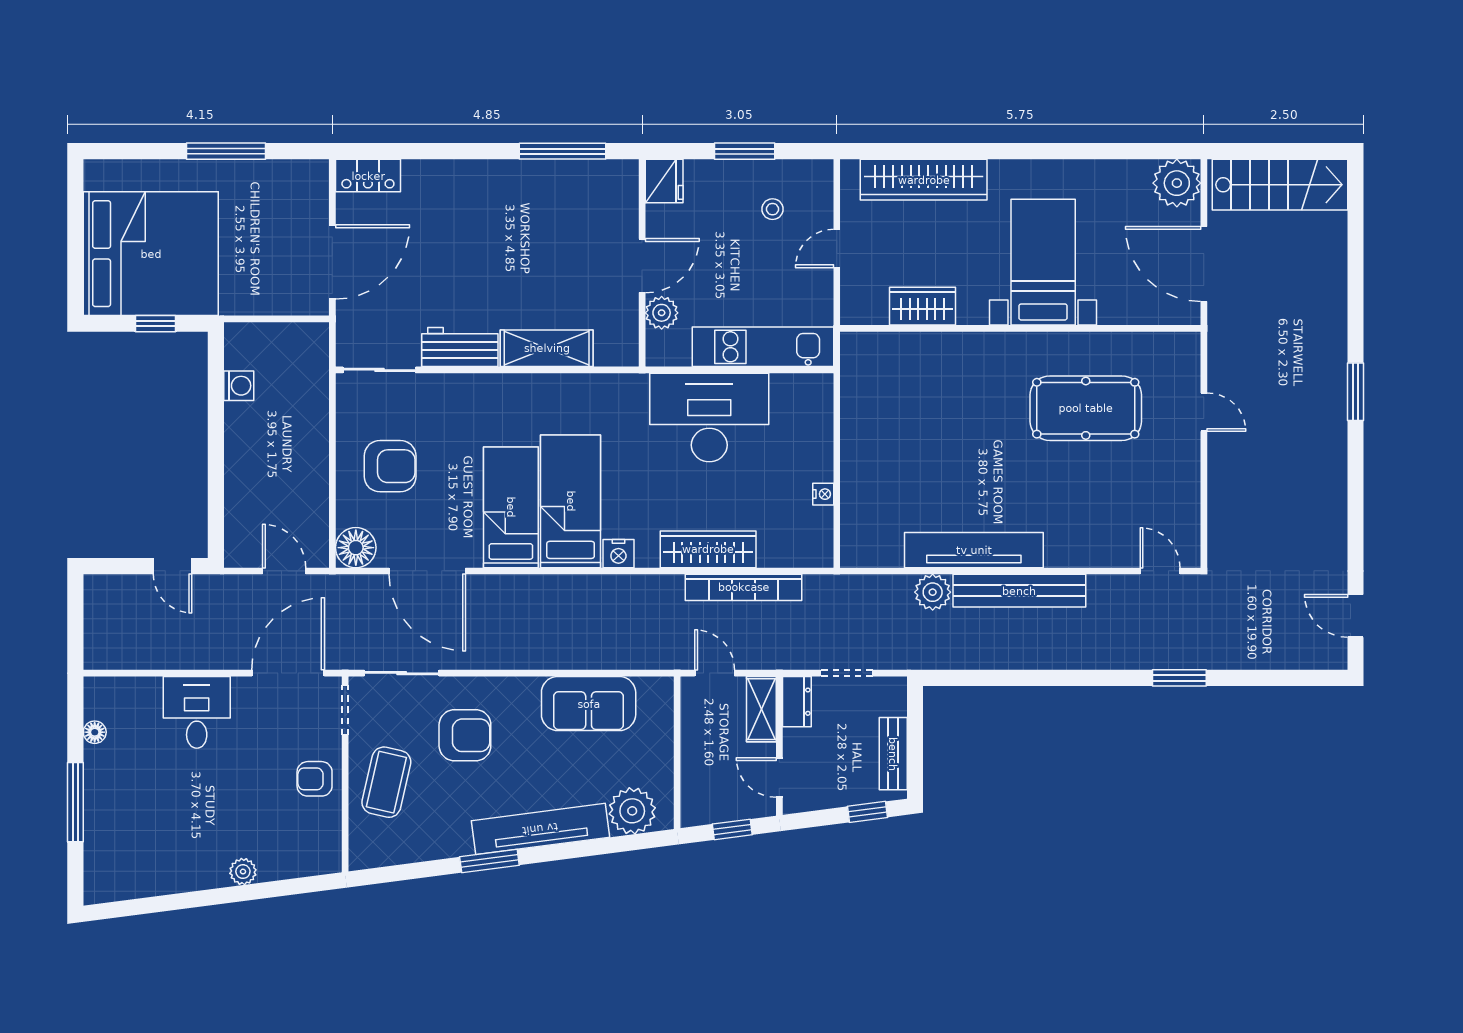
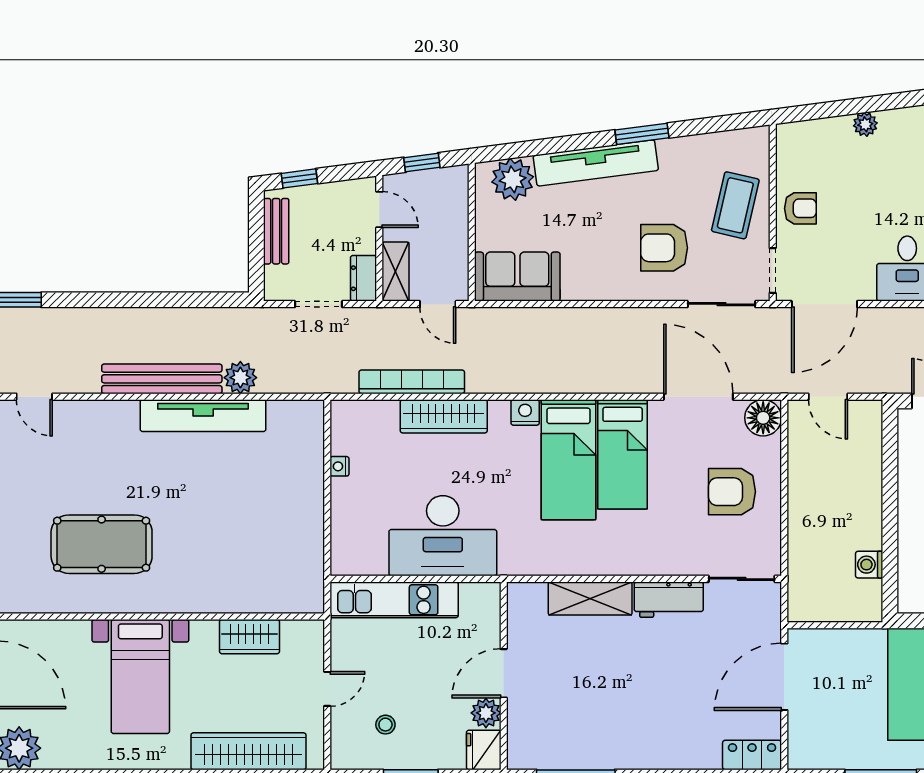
plant: (662, 313) -> (486, 713), moved
sofa: (589, 704) -> (517, 277), moved

